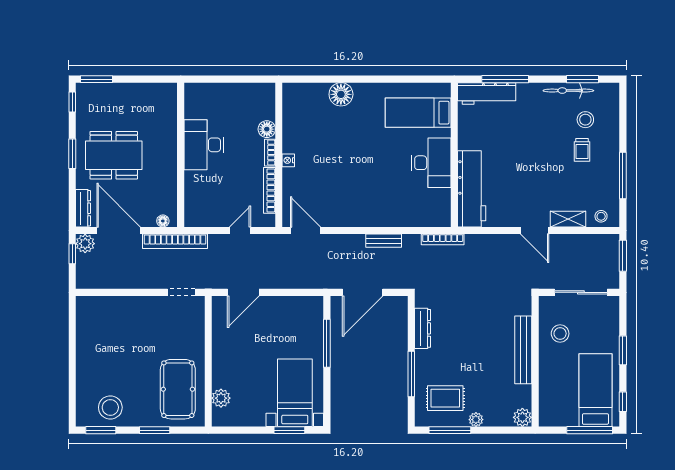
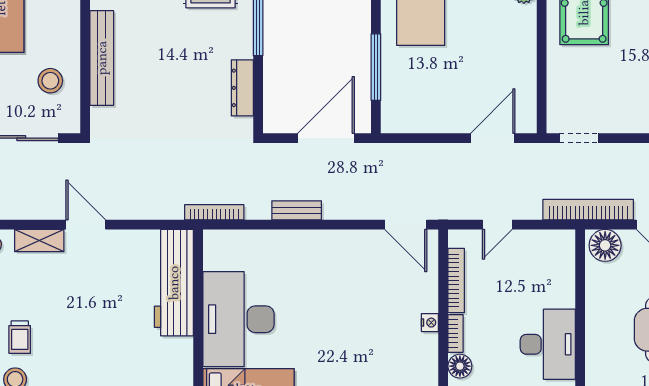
trolley: (582, 150) -> (20, 337), turned 180
desk: (431, 163) -> (238, 319), width x1.36, depth x1.30
floor lamp: (163, 221) -> (605, 245), width x1.89, depth x1.89

